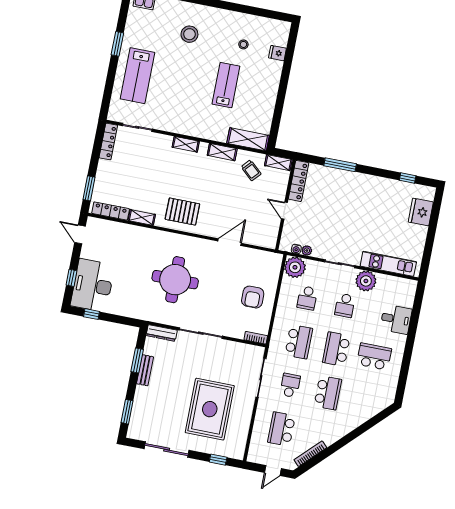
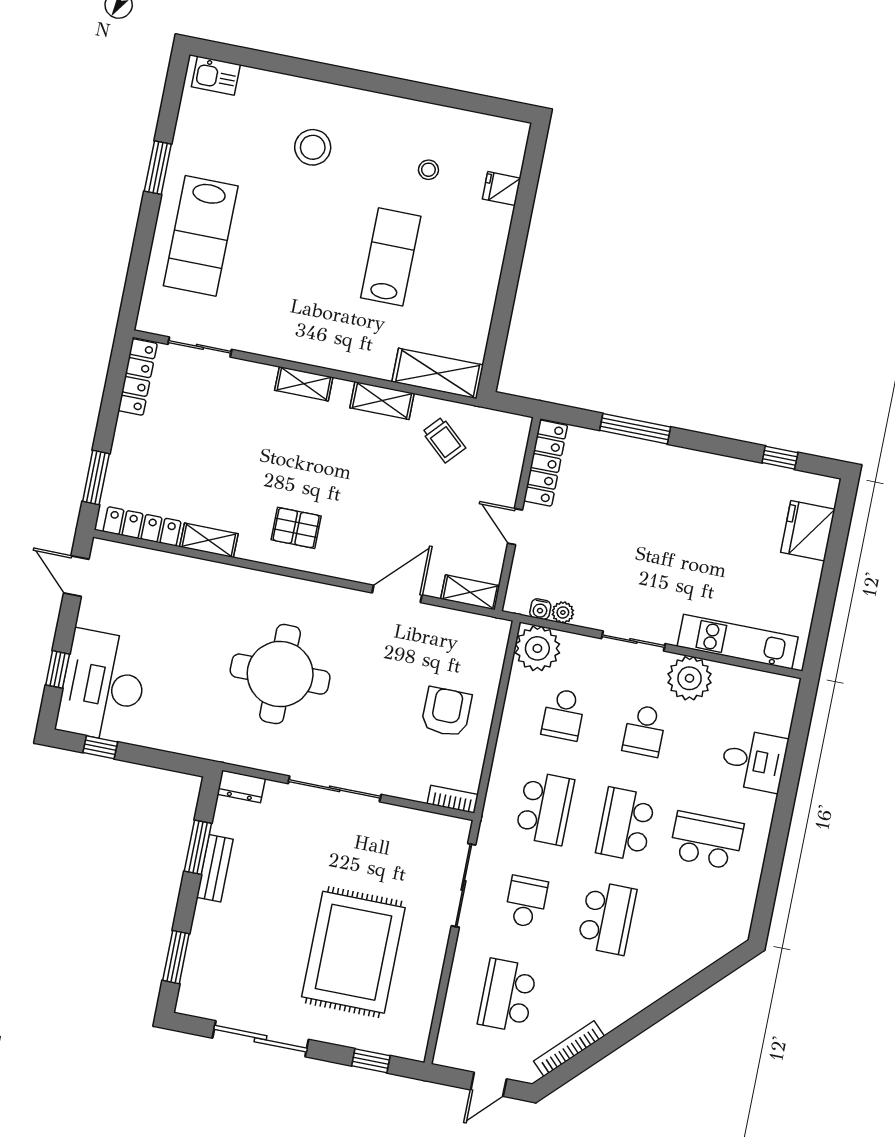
shelving: (278, 163) -> (470, 592), moved
pallet: (182, 212) -> (296, 528), width x0.67, depth x0.71
armchair: (253, 297) -> (446, 712), turned 180
dresser: (162, 333) -> (241, 786), width x0.70

